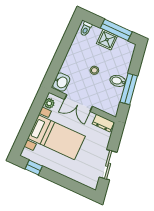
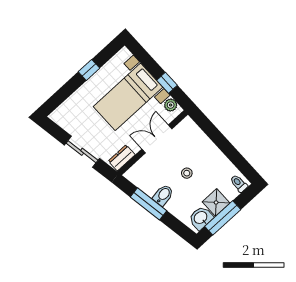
washbasin: (61, 82) -> (201, 218), moved, turned 90
window: (34, 113) -> (167, 83), added
sliding door: (108, 165) -> (82, 152), moved
window: (34, 167) -> (89, 70), moved

